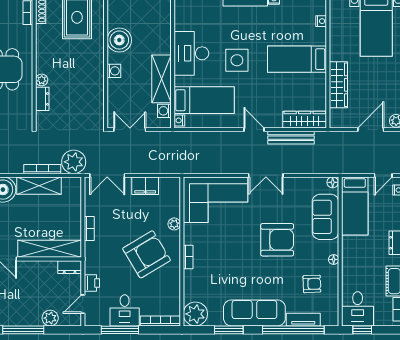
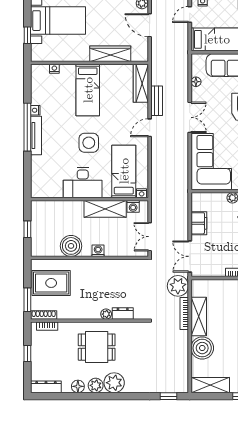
bench: (291, 138) -> (157, 101), width x0.73
double door: (107, 175) -> (190, 256), swing flipped
door: (383, 175) -> (190, 14), swing flipped
floor lamp: (333, 182) -> (196, 82), moved

